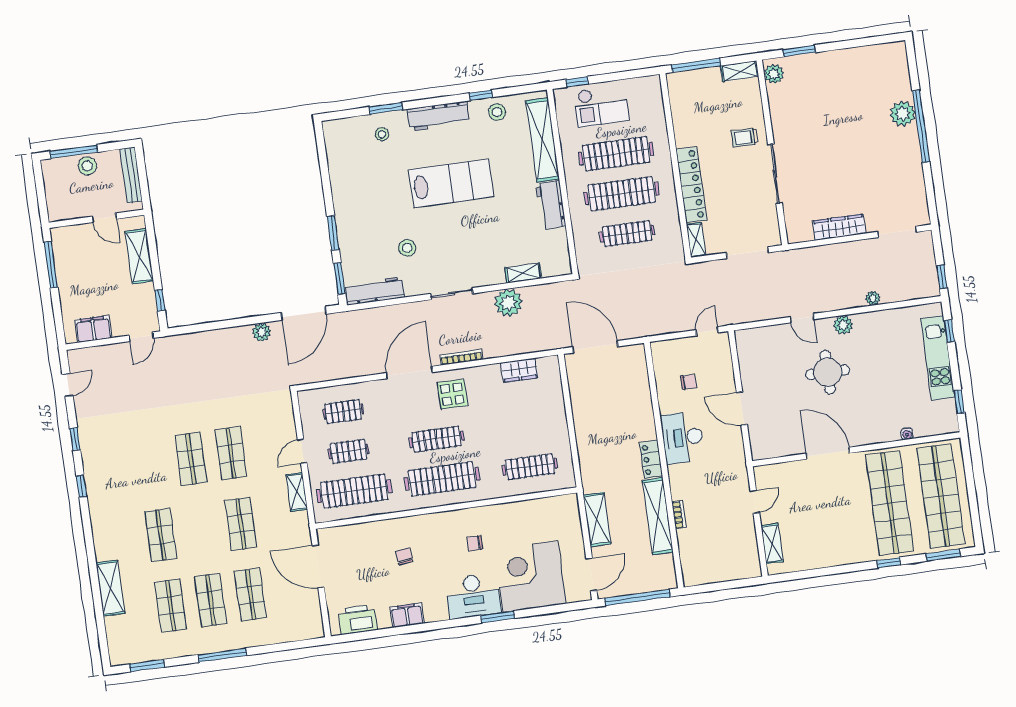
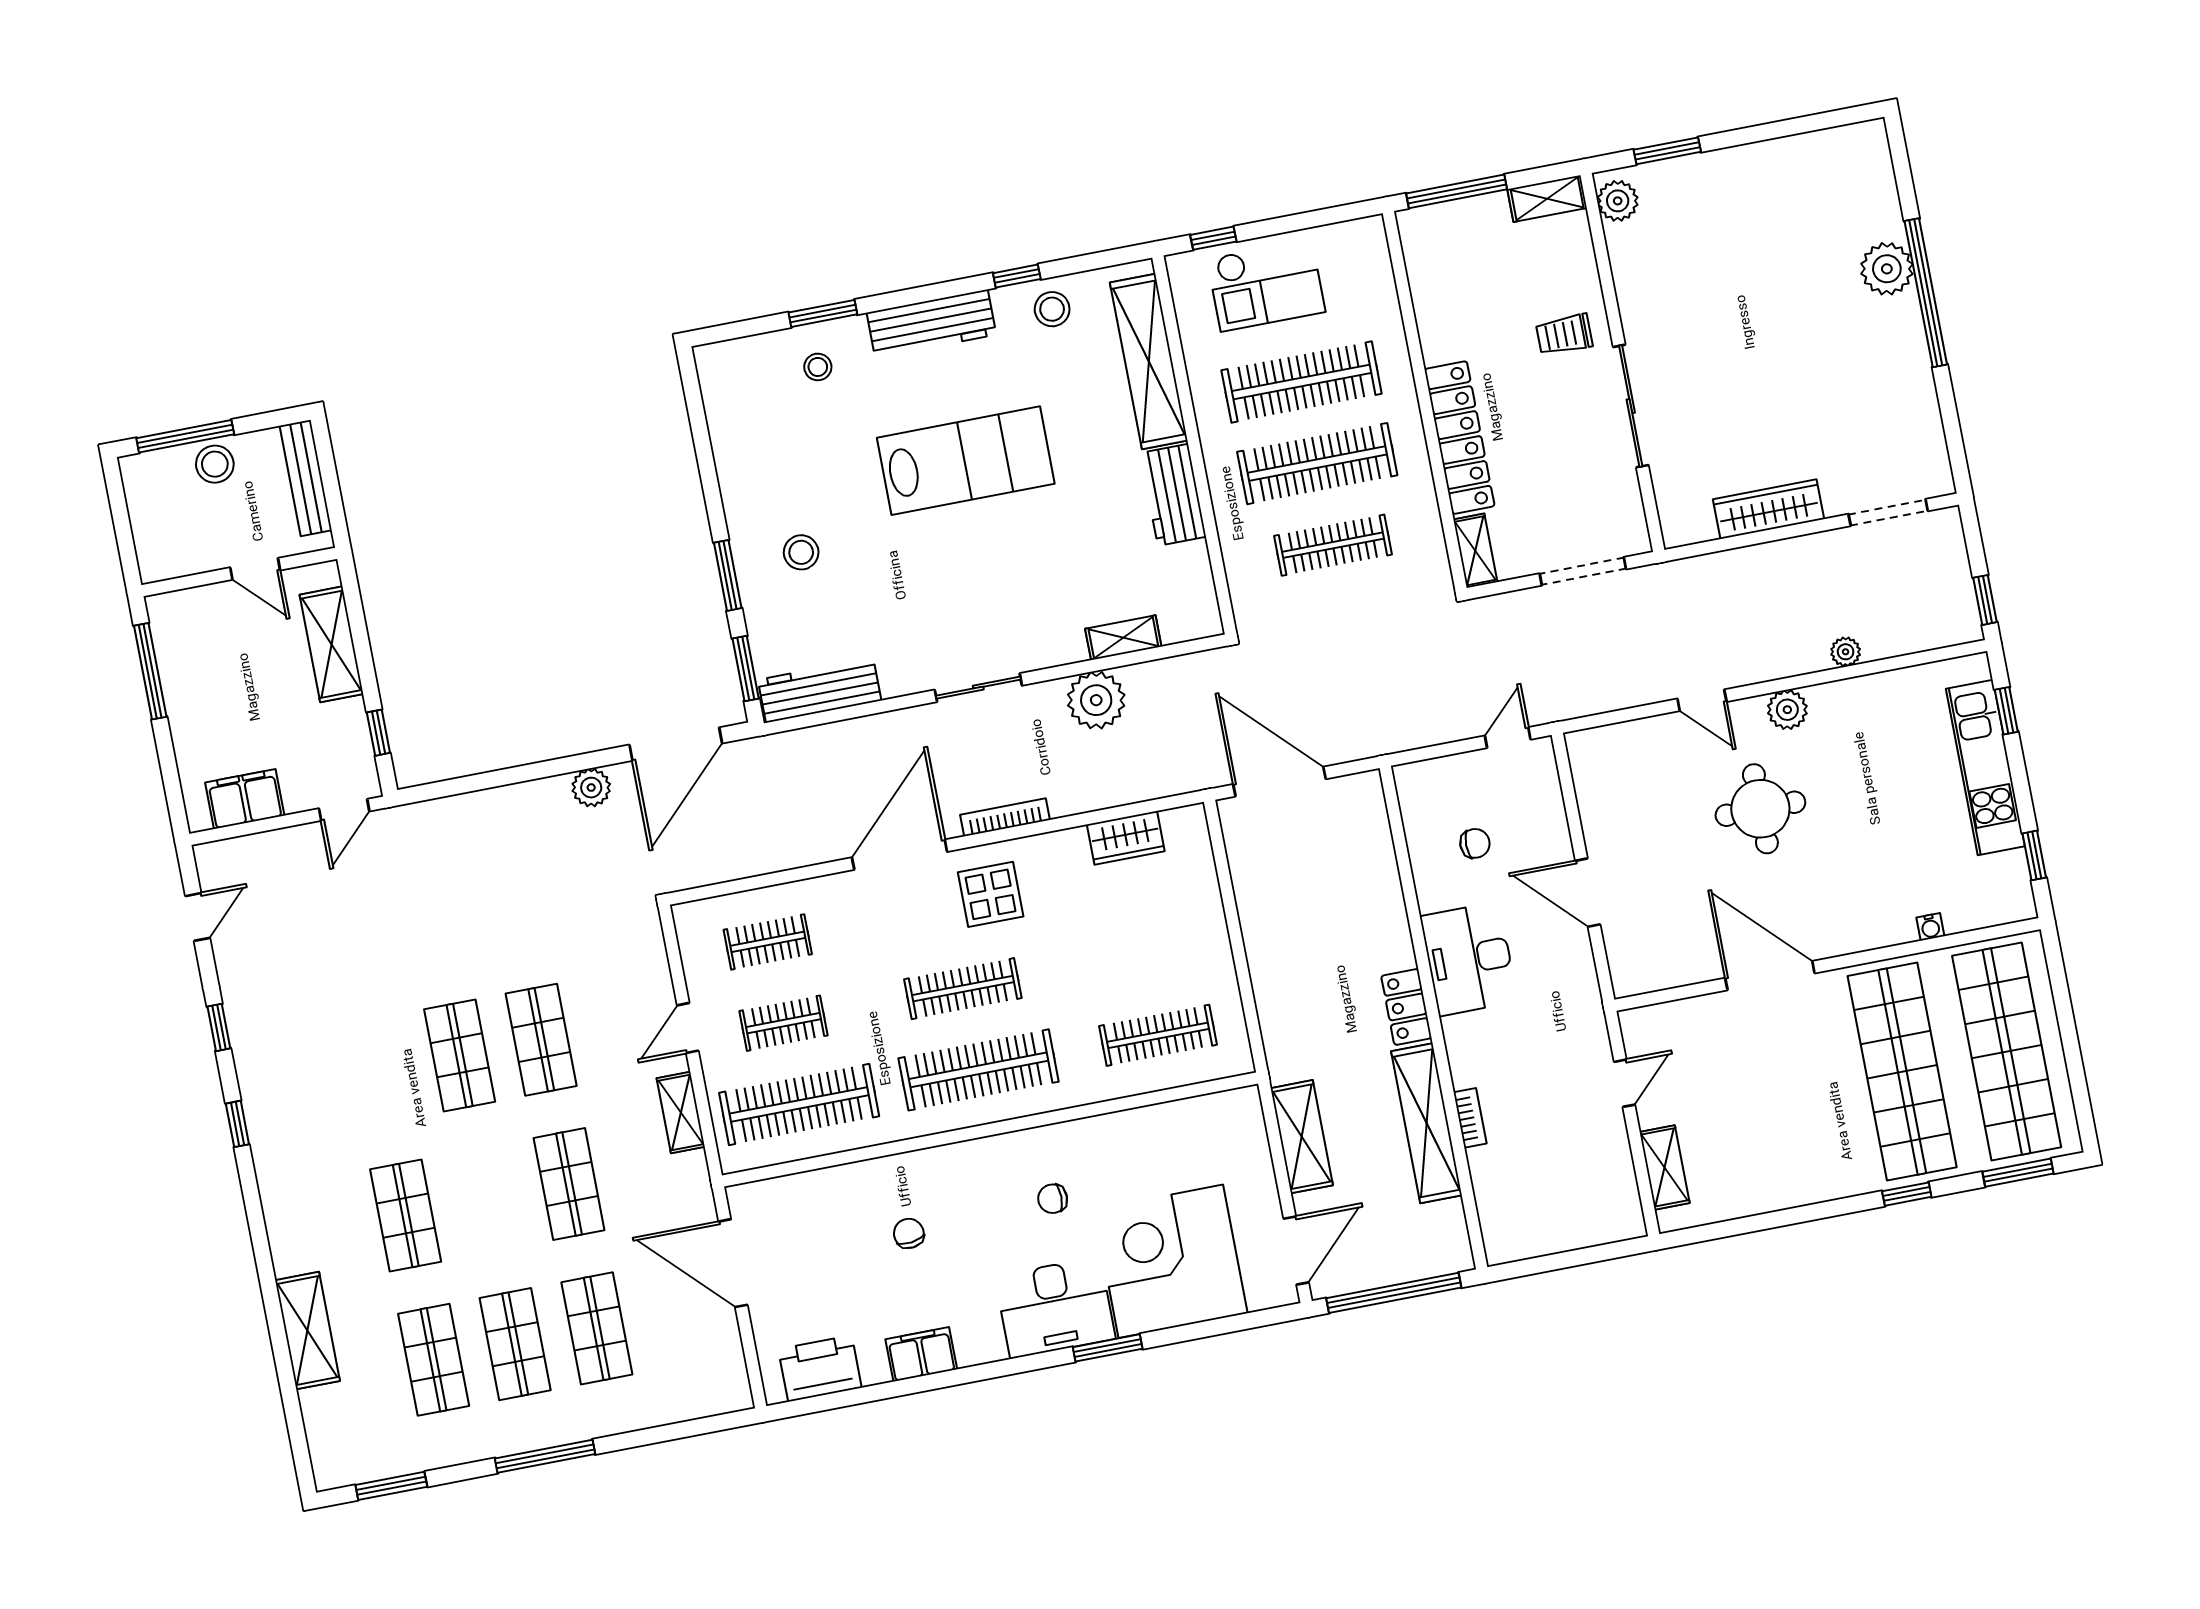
stool: (407, 248) -> (801, 552), moved

